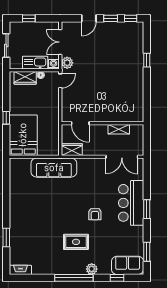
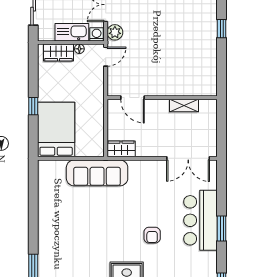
door: (80, 123) -> (132, 98), moved
wall: (102, 123) -> (162, 98), moved
shelving: (119, 129) -> (184, 105), moved

